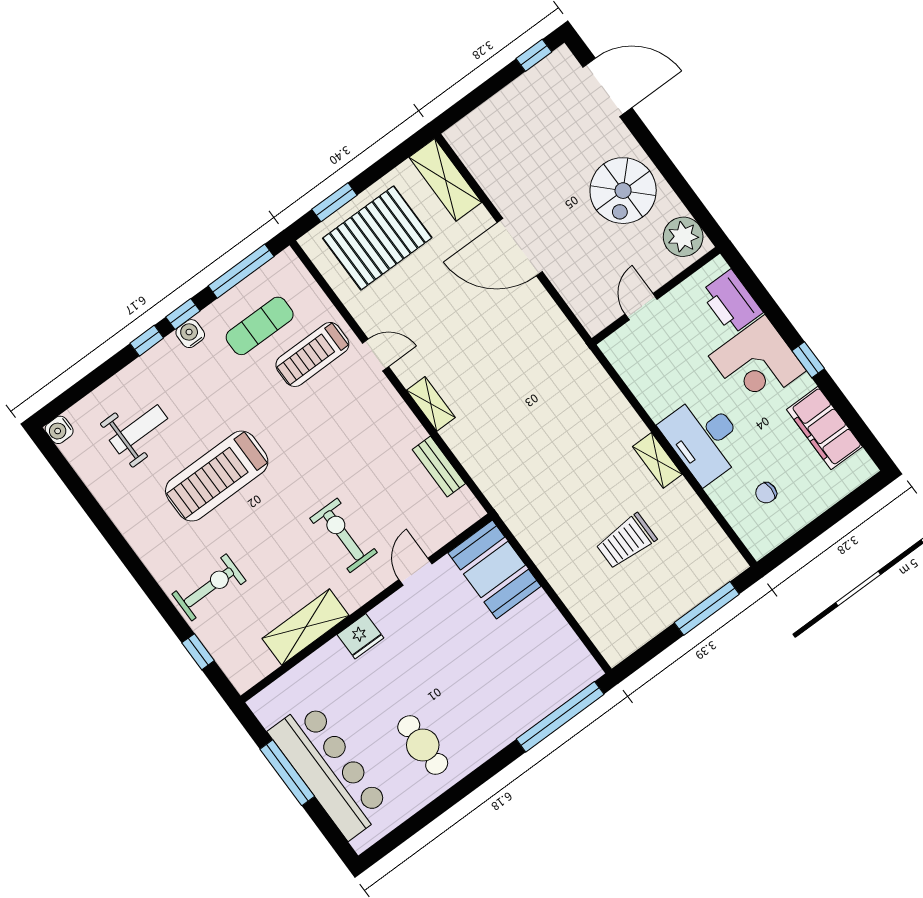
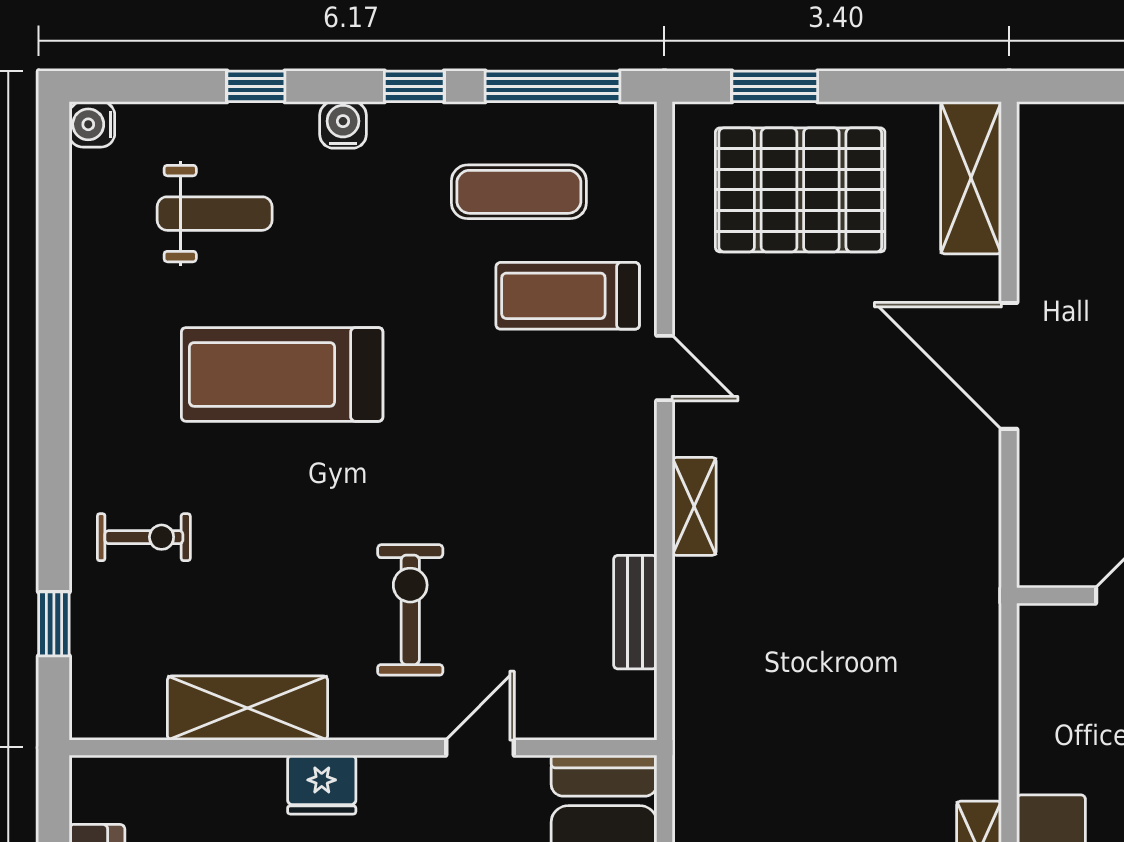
water cooler: (190, 334) -> (343, 125), moved
window: (147, 341) -> (256, 86), moved
exercise bike: (209, 587) -> (144, 537), width x0.73, depth x0.72

